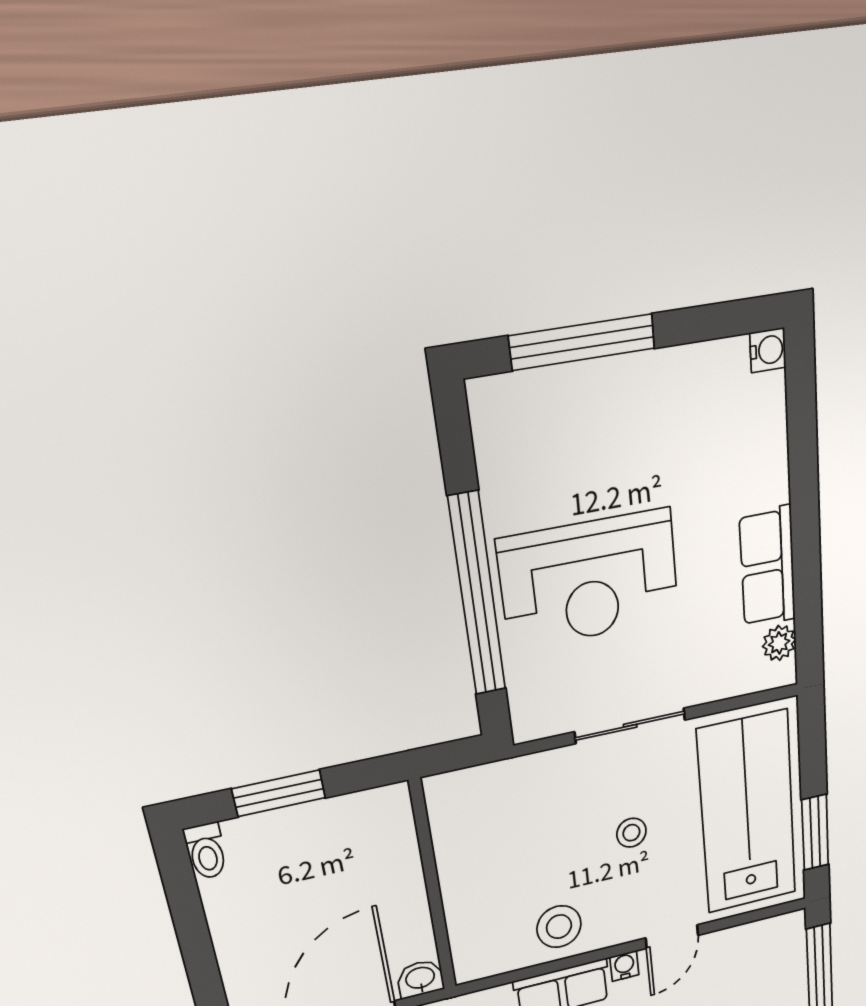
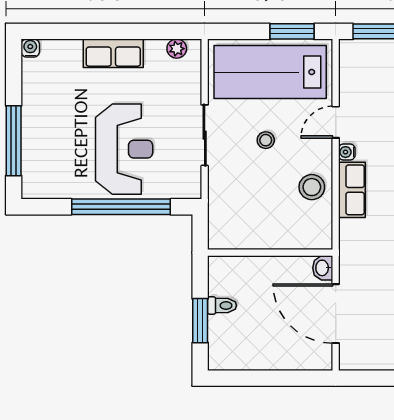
row of seats: (768, 567) -> (113, 53), moved
toilet: (206, 851) -> (222, 305), moved
door: (672, 937) -> (336, 122), swing flipped

